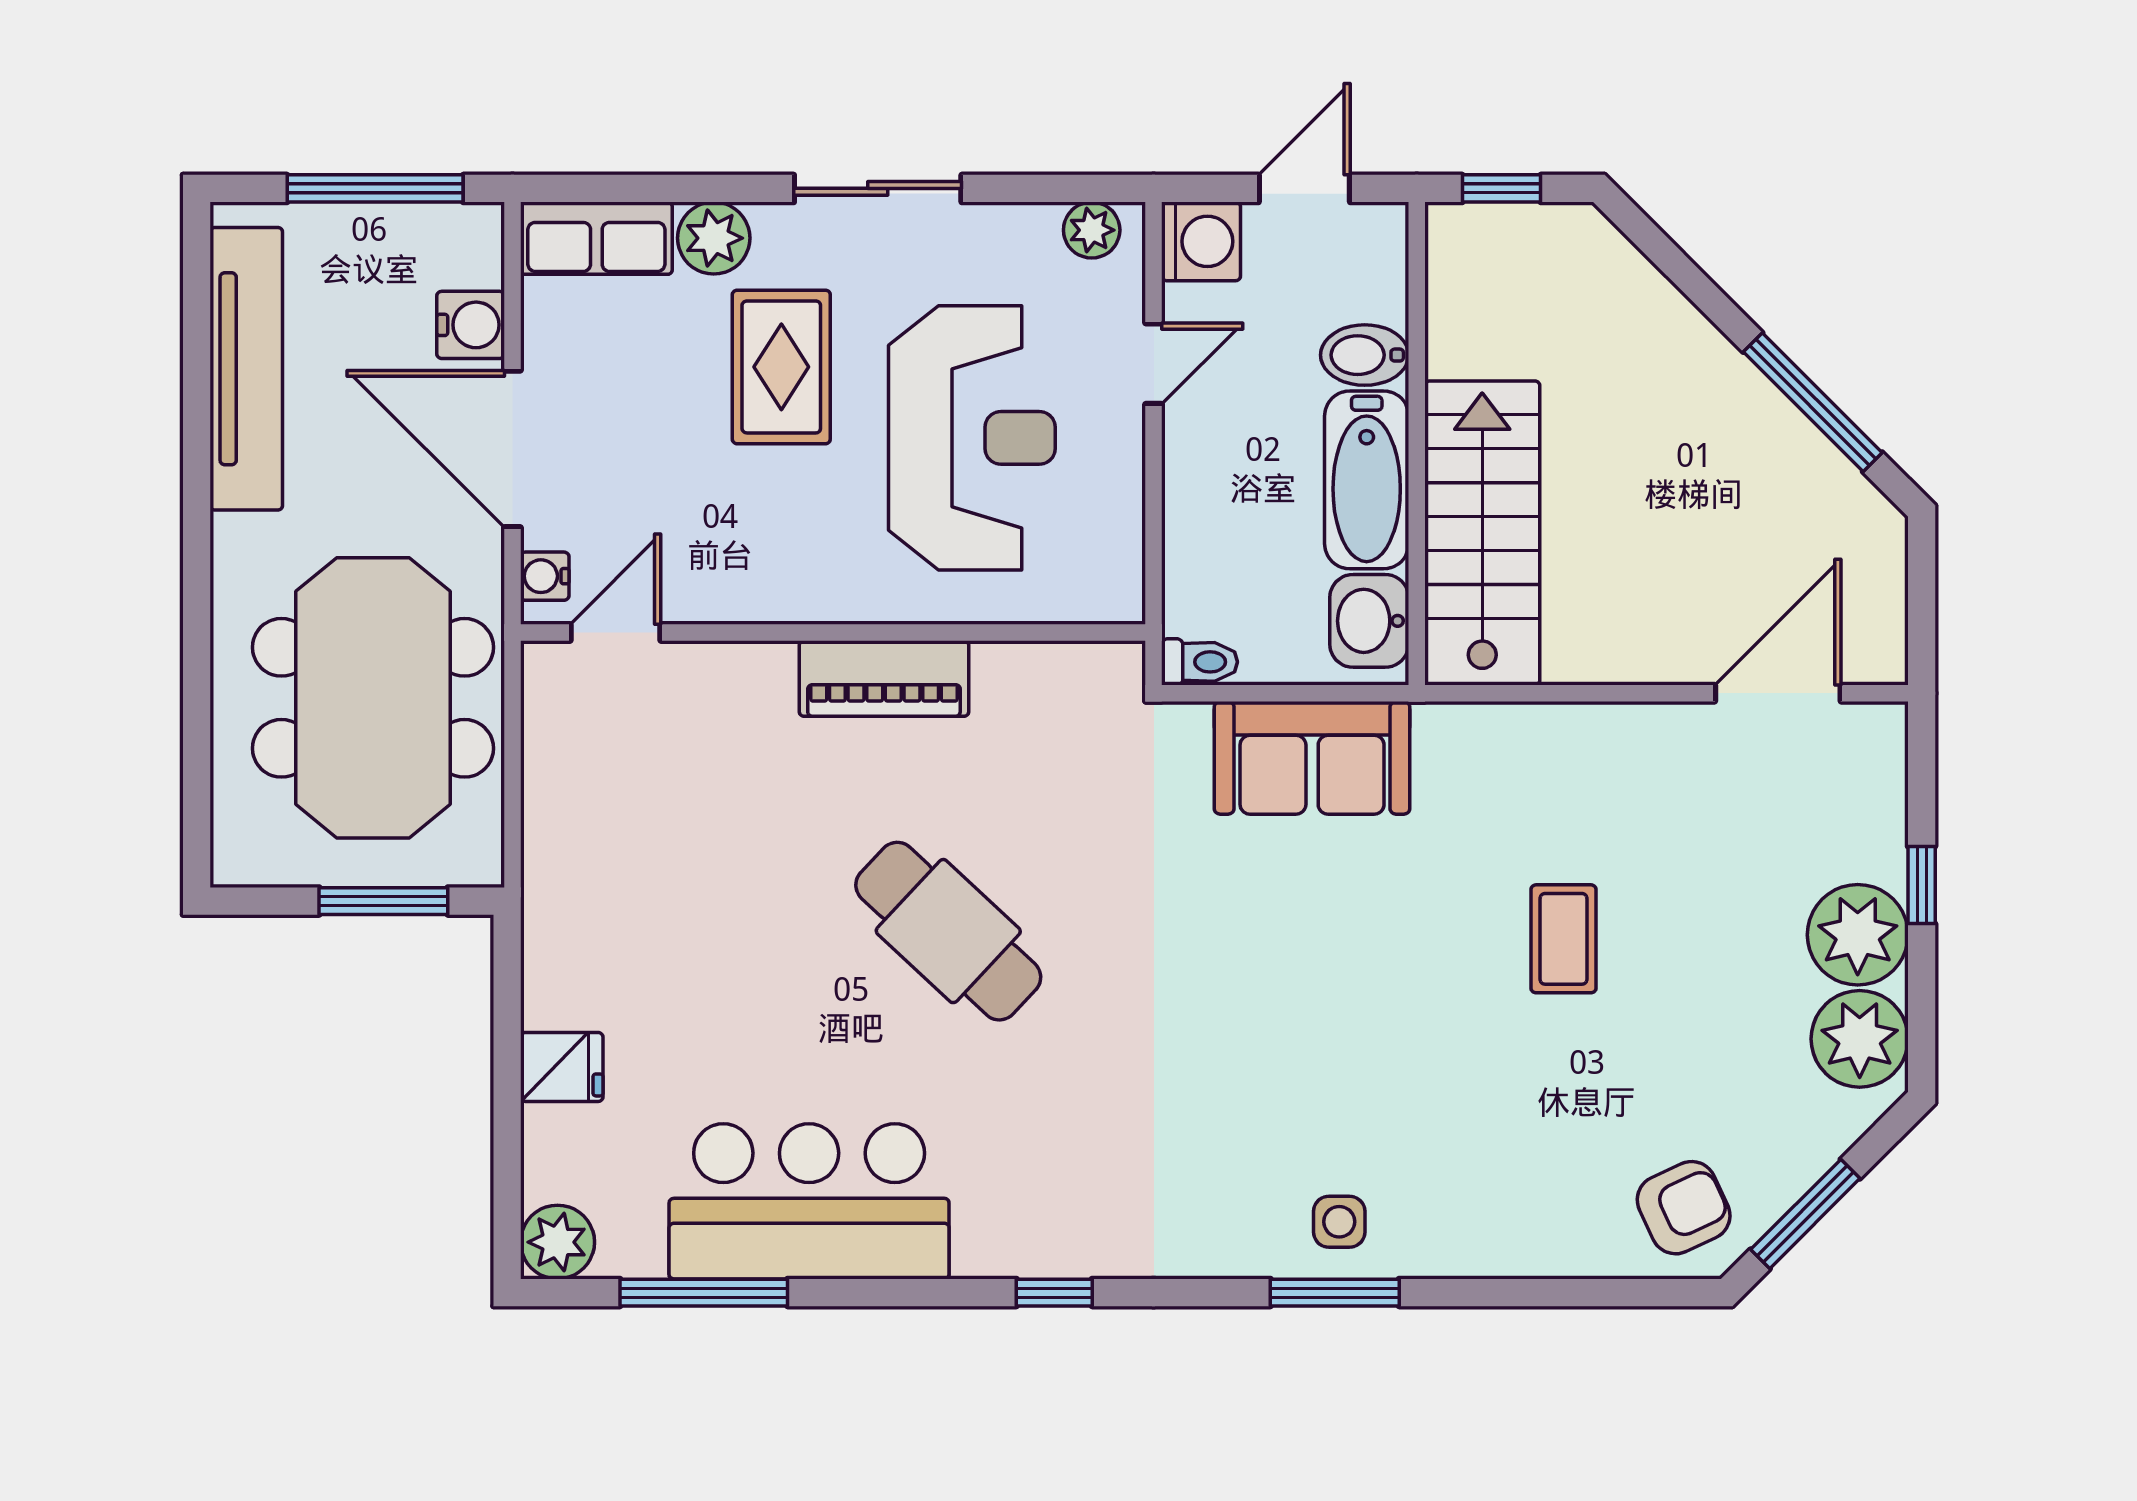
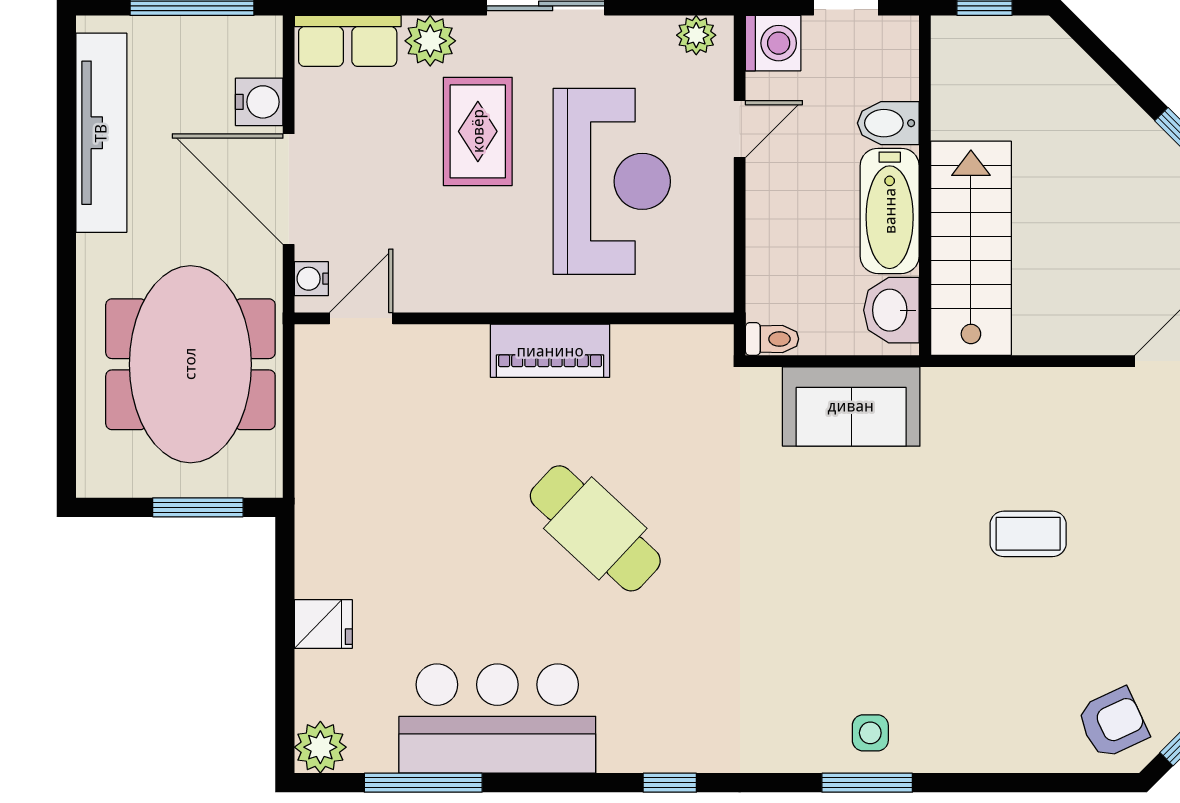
coffee table: (1564, 939) -> (1028, 534), turned 90

